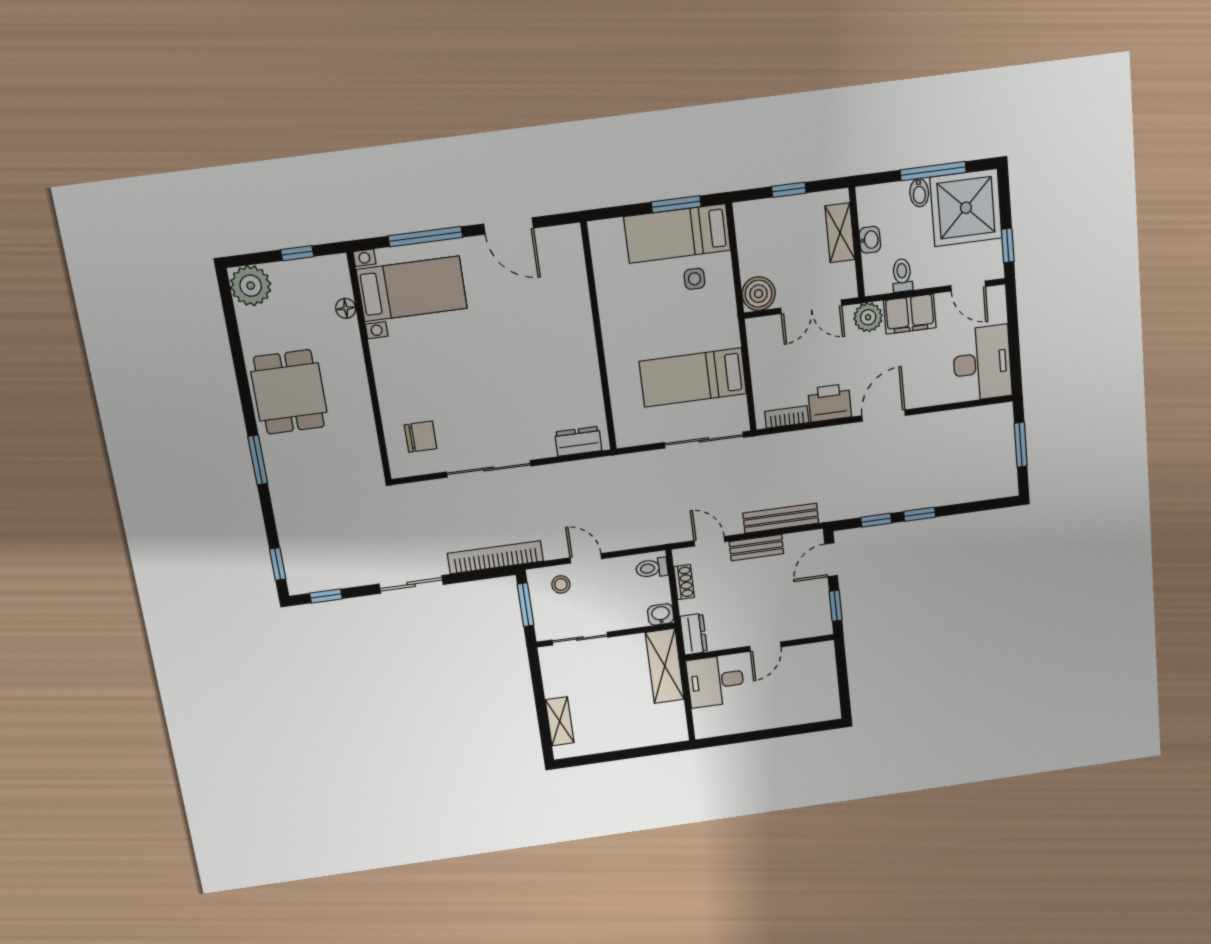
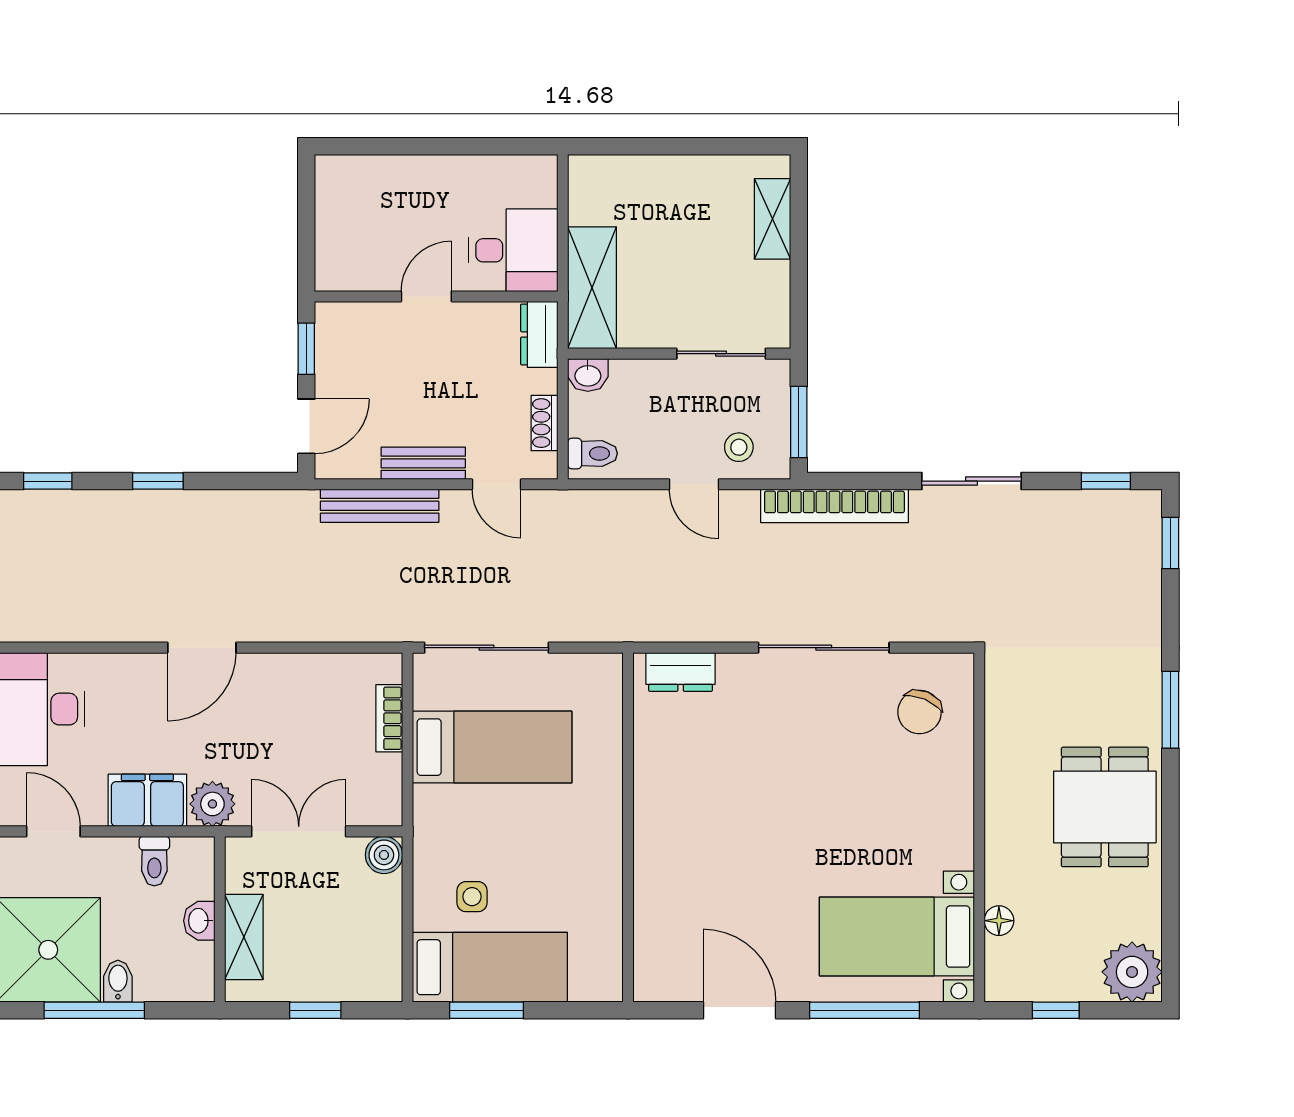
boiler: (759, 294) -> (384, 855), width x0.73, depth x0.73
printer: (830, 403) -> (284, 679), removed
bookcase: (787, 417) -> (389, 718), moved, turned 90
chair: (421, 437) -> (920, 712), turned -67
window: (876, 520) -> (48, 481), moved

